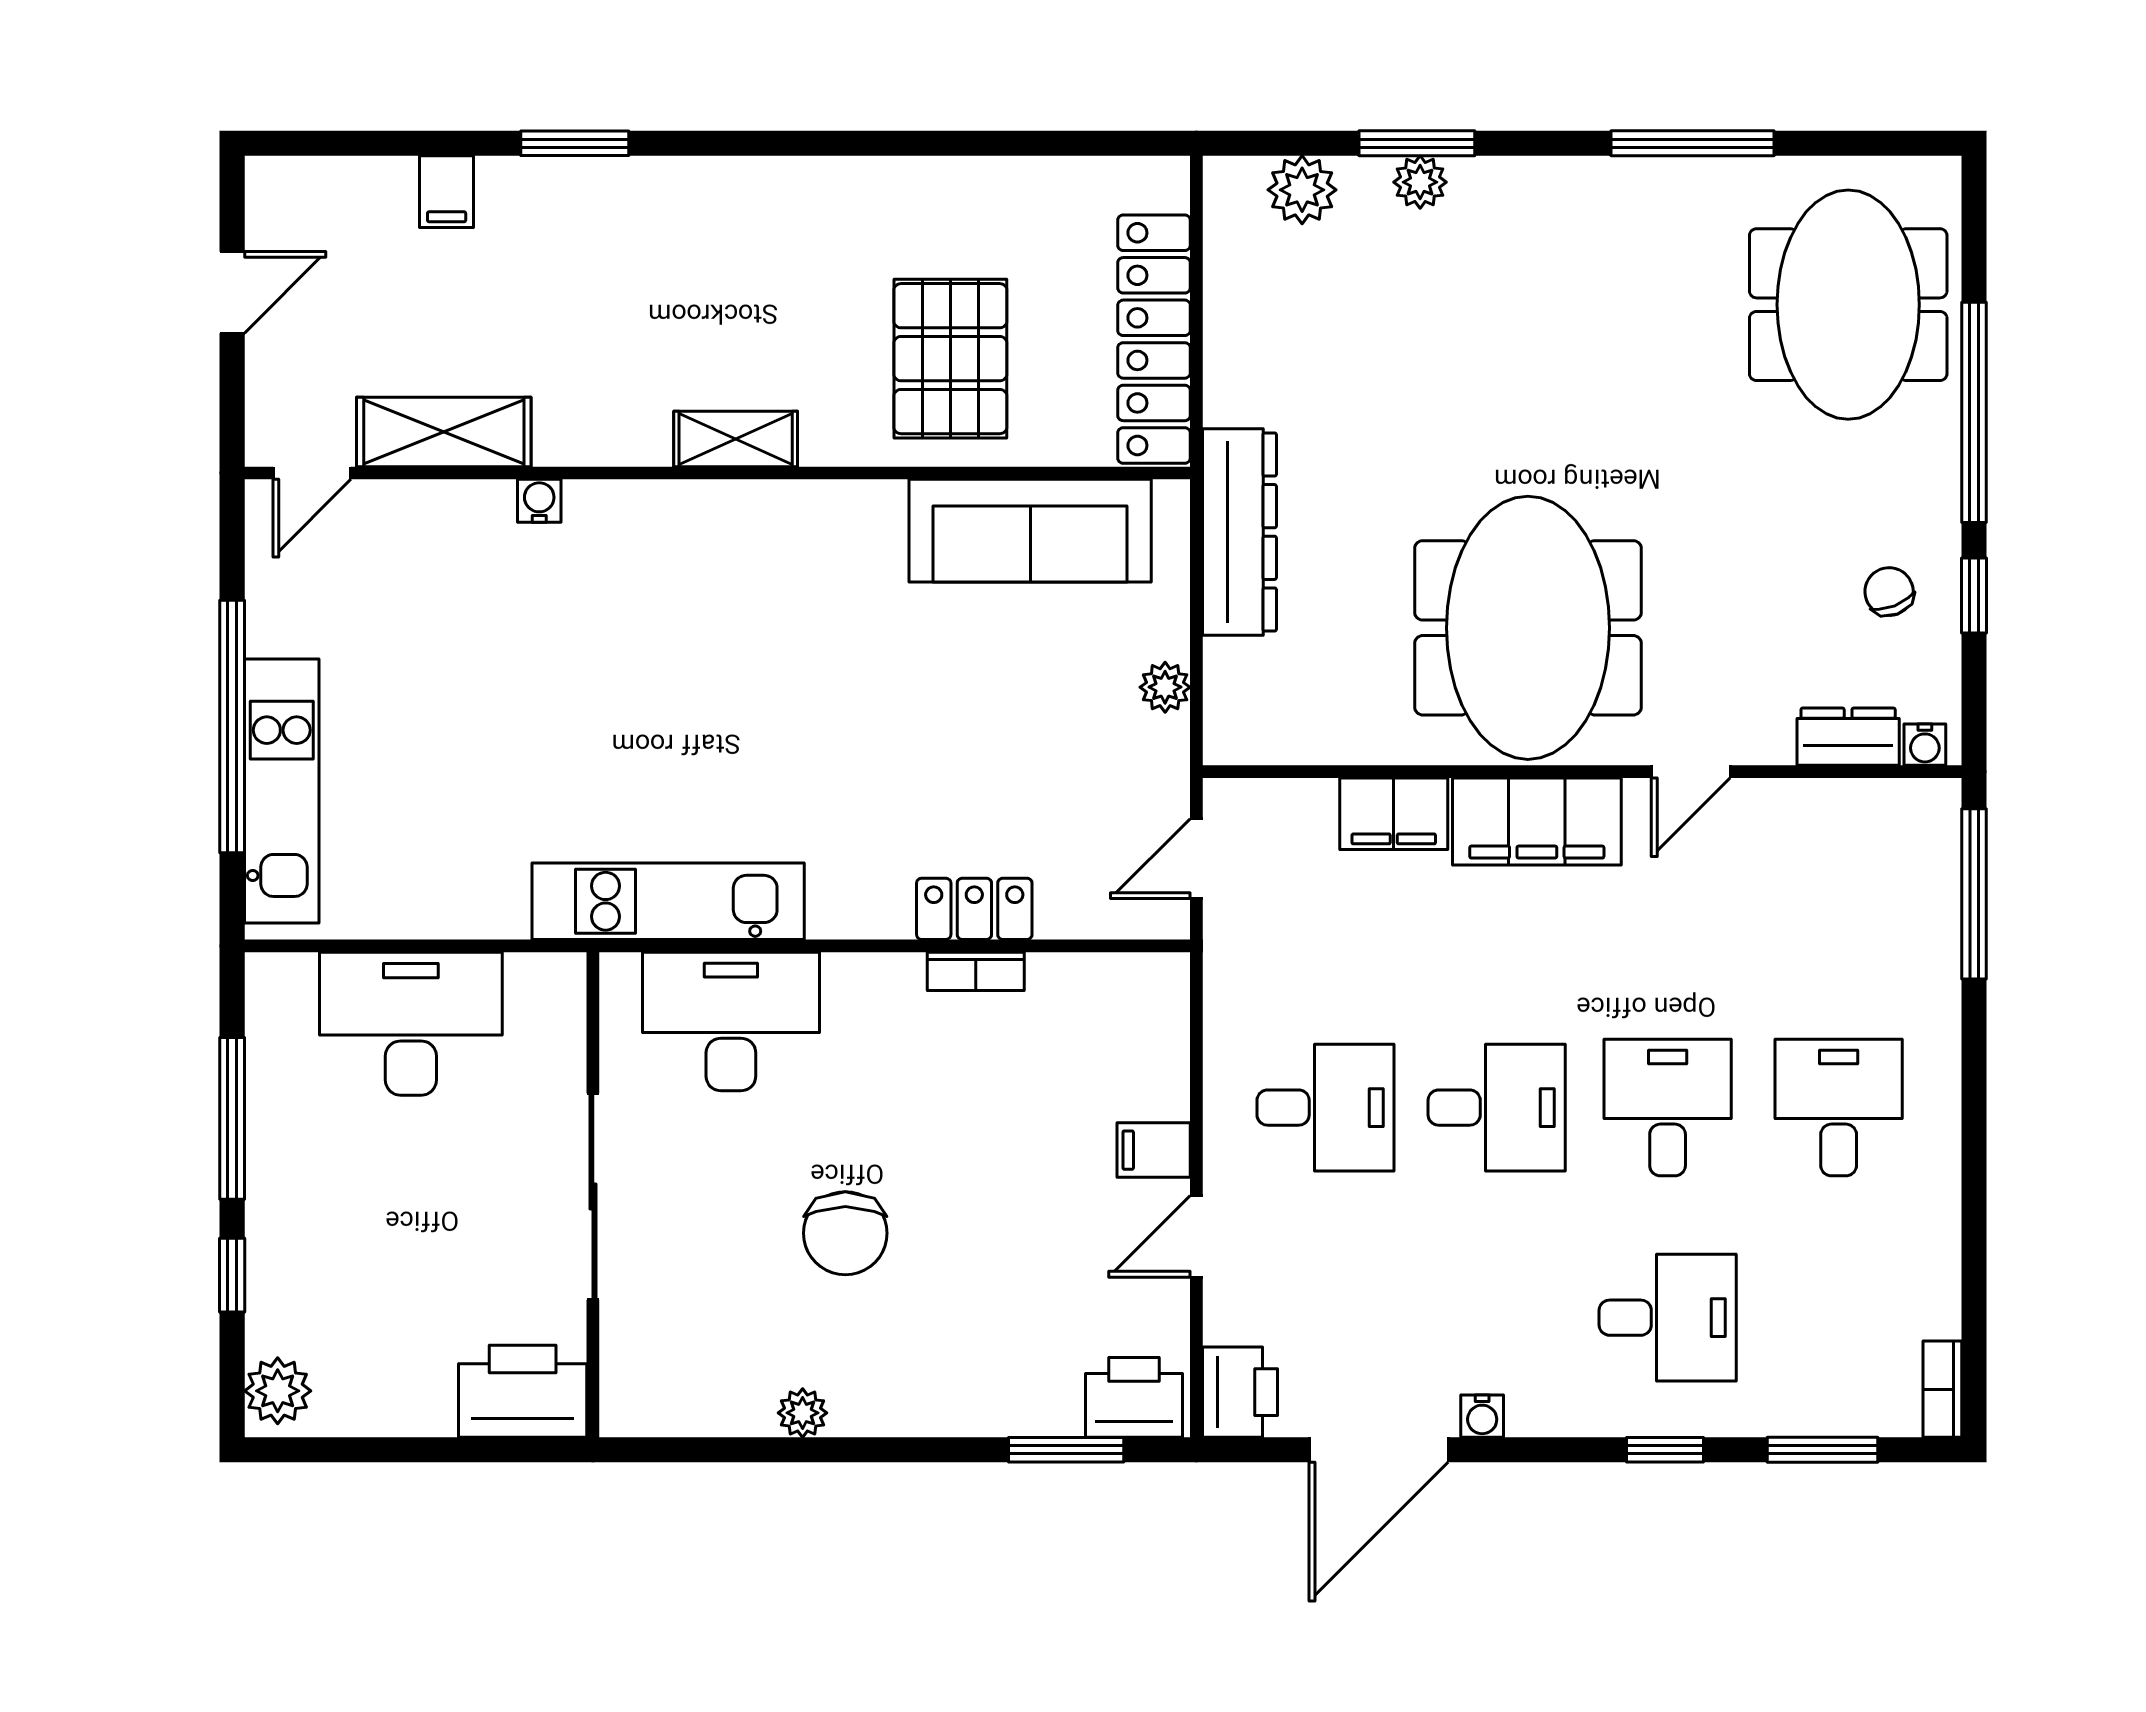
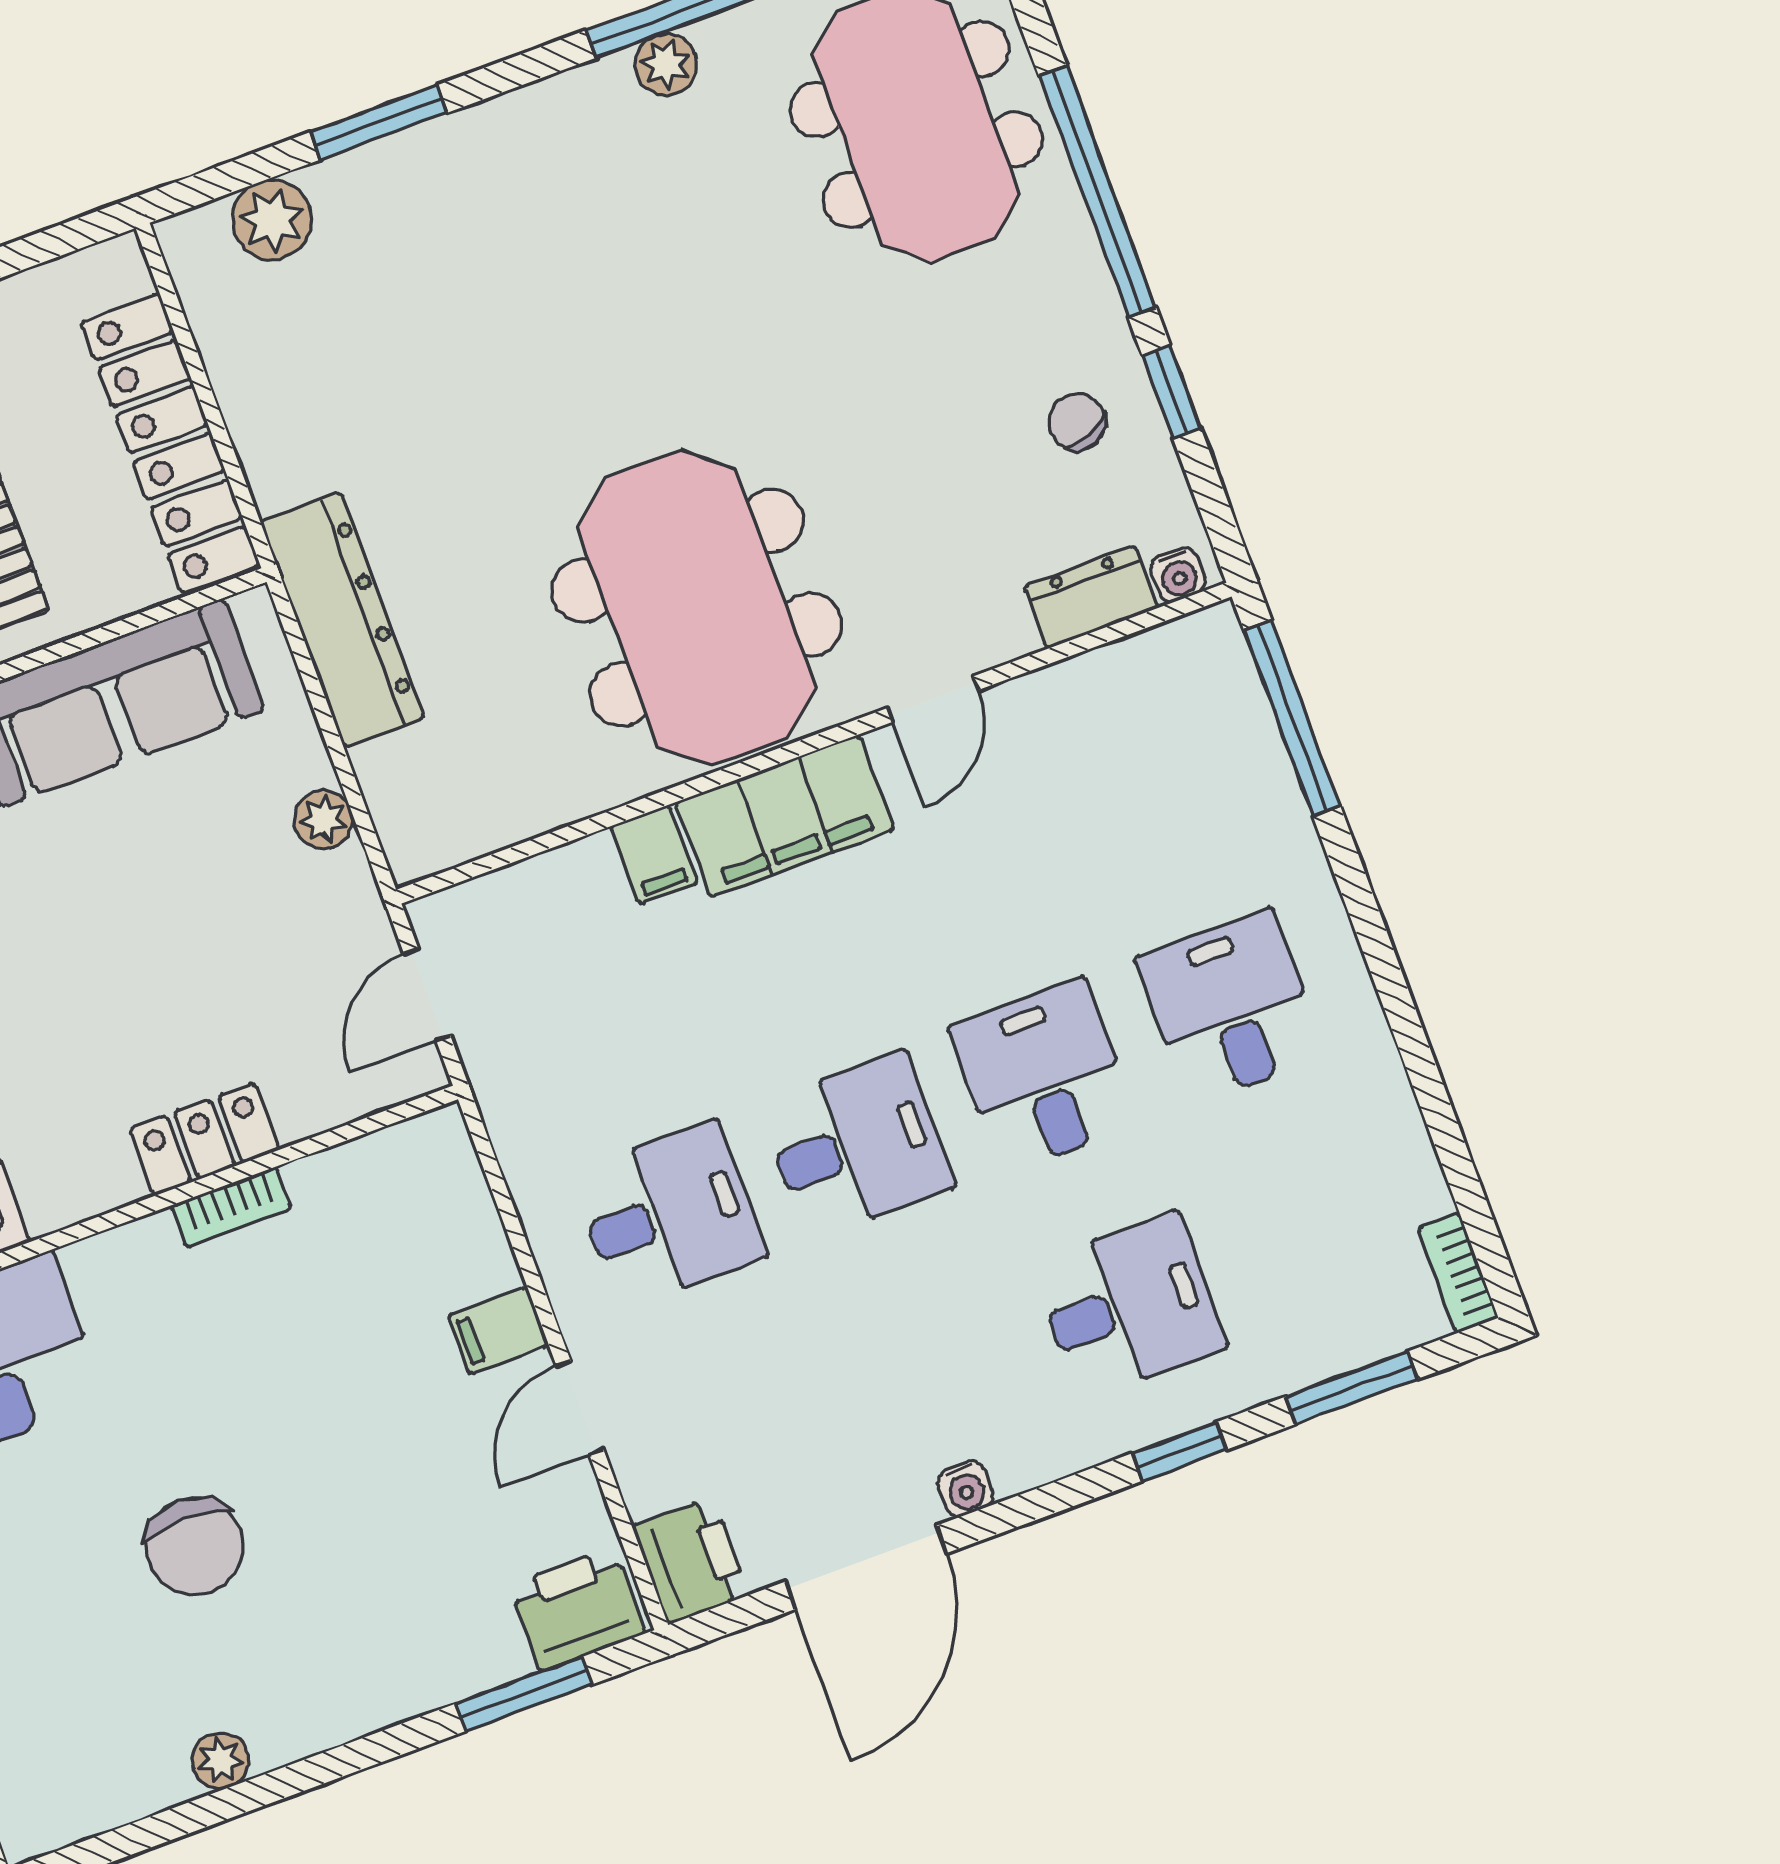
plant: (1420, 182) -> (666, 64), moved
filing cabinet: (1394, 814) -> (654, 855), width x0.50

